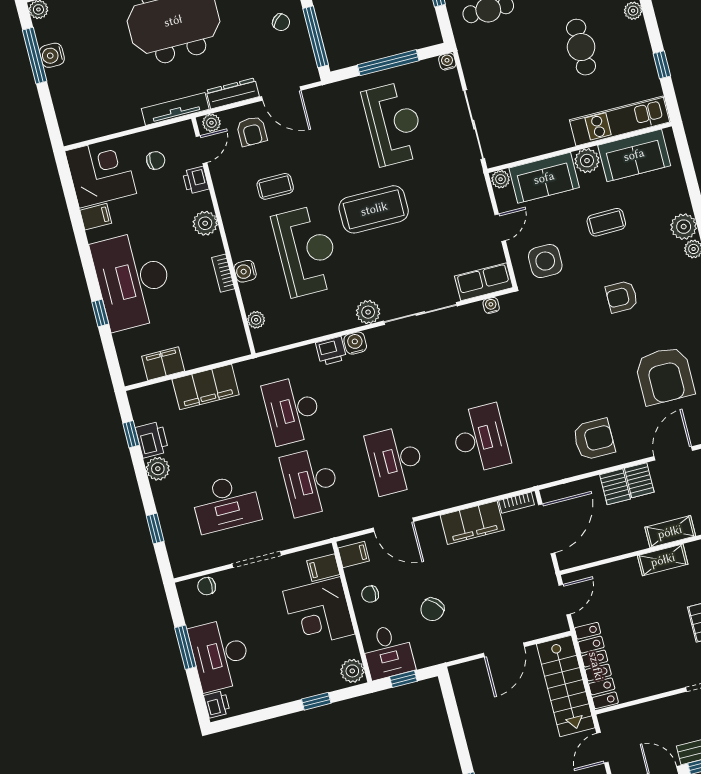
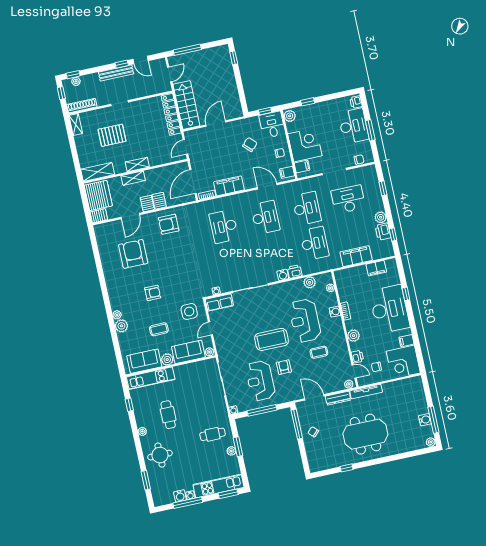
armchair: (252, 131) -> (284, 367), moved
door: (201, 150) -> (354, 371), swing flipped
plant: (368, 312) -> (310, 282), moved

